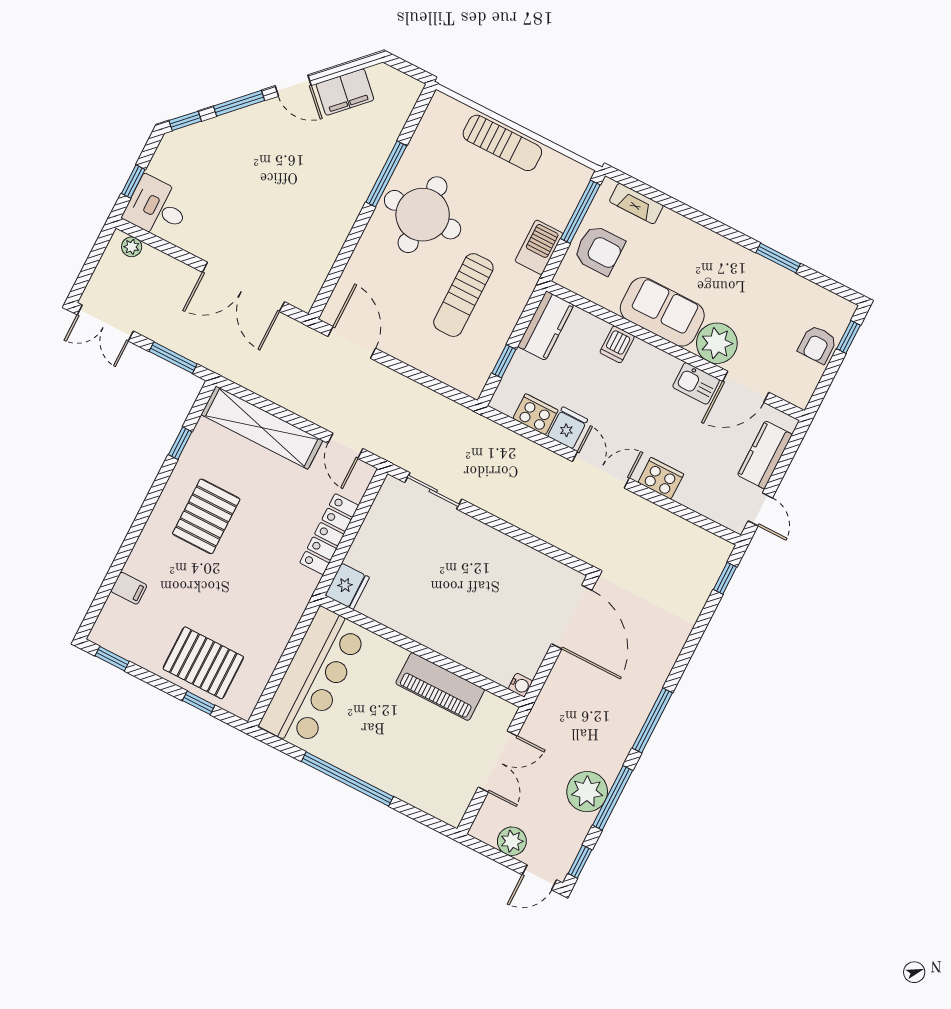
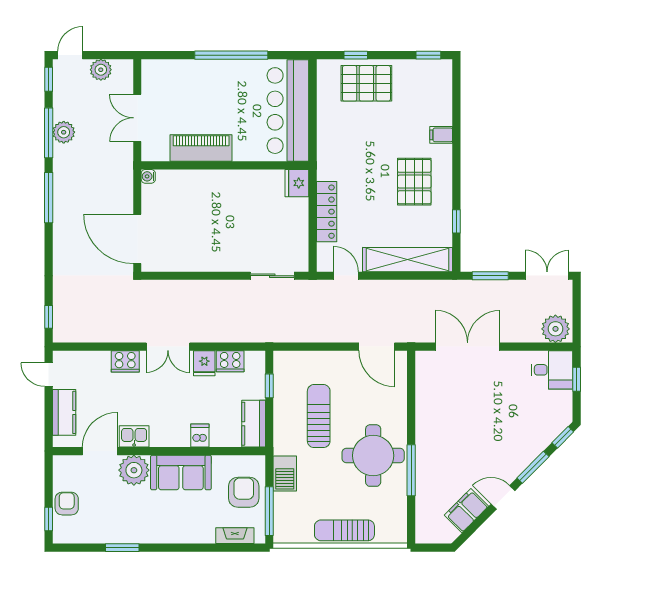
plant: (132, 247) -> (555, 329), width x1.87, depth x1.87
armchair: (599, 250) -> (244, 492), turned 90
filing cabinet: (129, 588) -> (441, 135), moved
plant: (587, 792) -> (64, 132), width x0.73, depth x0.73

